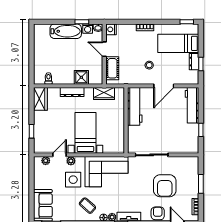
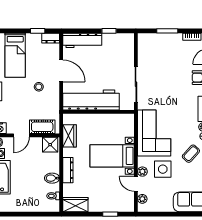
dresser: (194, 62) -> (51, 38), moved
bidet: (65, 77) -> (52, 178), added
shower: (81, 77) -> (50, 145), moved
workbench: (135, 106) -> (91, 100), width x1.36, depth x1.32
armchair: (165, 186) -> (169, 70), removed

